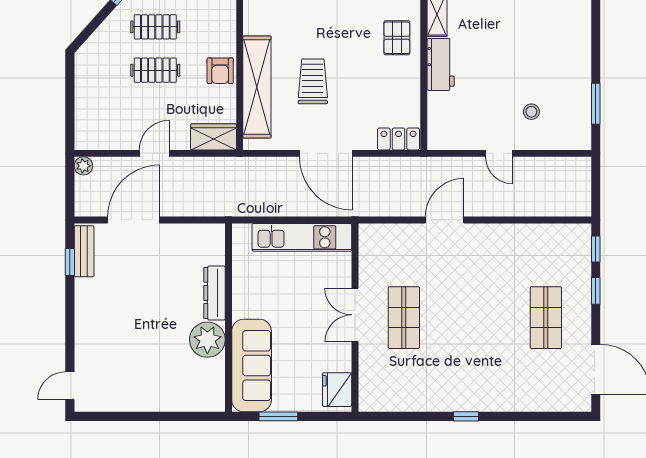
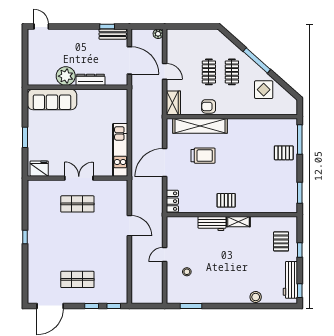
dresser: (215, 293) -> (91, 80), moved
wall: (229, 318) -> (77, 87), moved
plant: (207, 340) -> (66, 76), moved
sofa: (252, 366) -> (52, 99), moved

